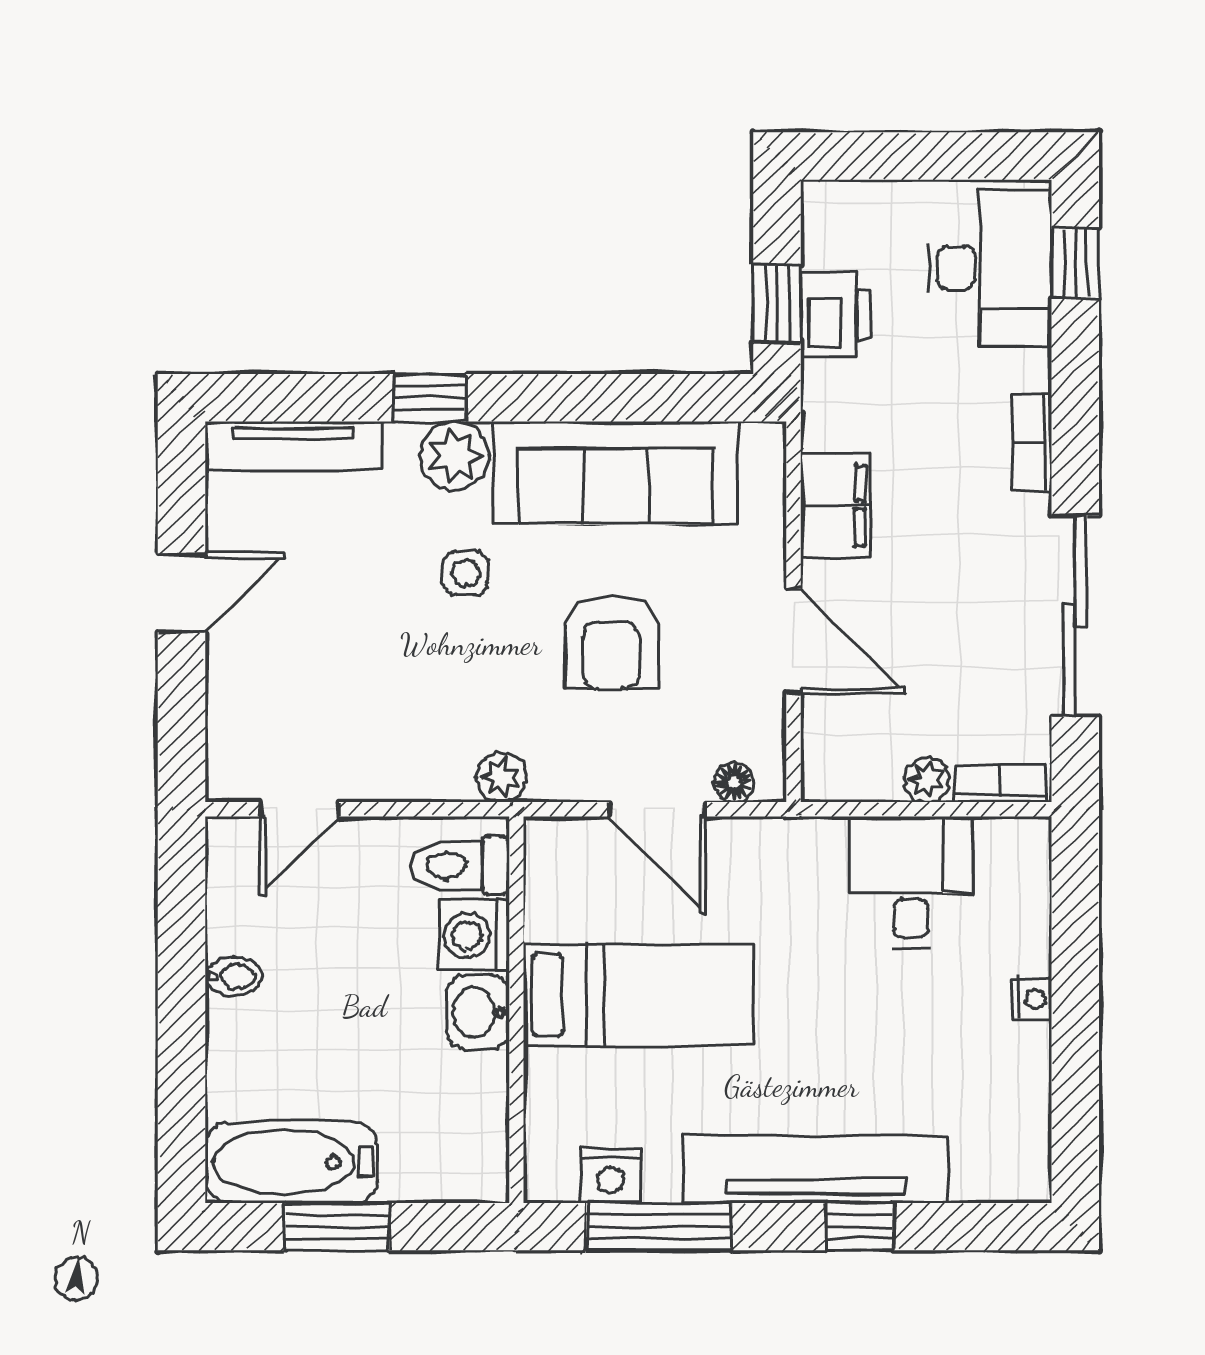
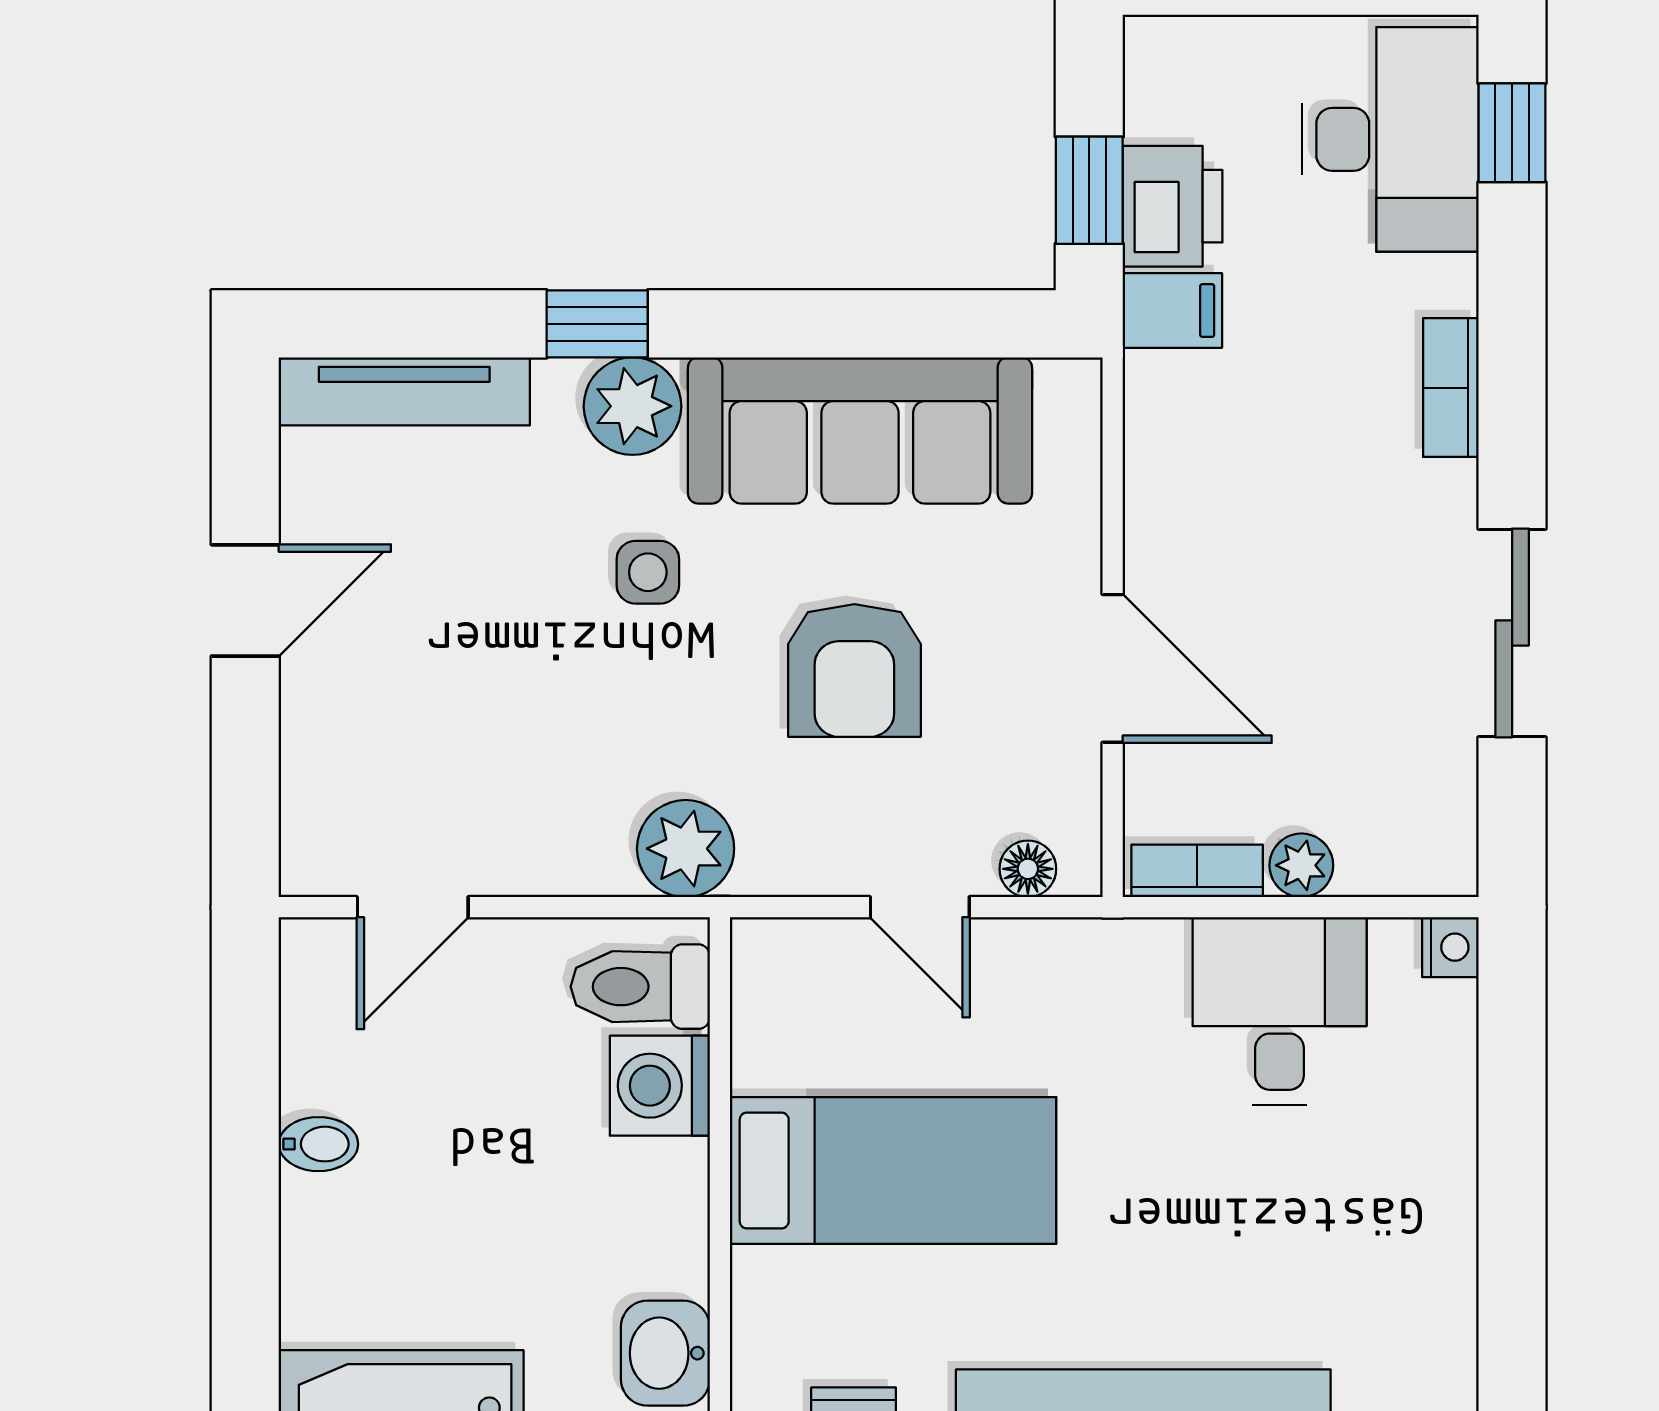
filing cabinet: (836, 505) -> (1172, 311), moved, width x0.50
sliding door: (1075, 616) -> (1512, 633), width x0.73
plant: (502, 777) -> (686, 849), width x1.38, depth x1.38
bookcase: (1000, 784) -> (1197, 871), moved
door: (657, 809) -> (920, 907), width x0.73
nightstand: (1032, 999) -> (1450, 947), moved
washbasin: (478, 1012) -> (665, 1353), moved

